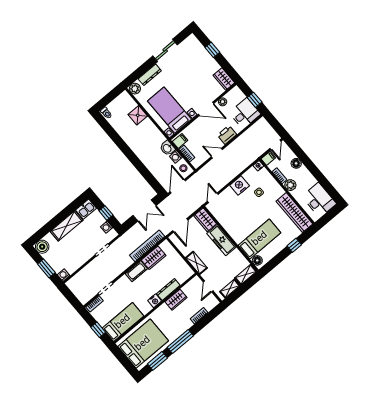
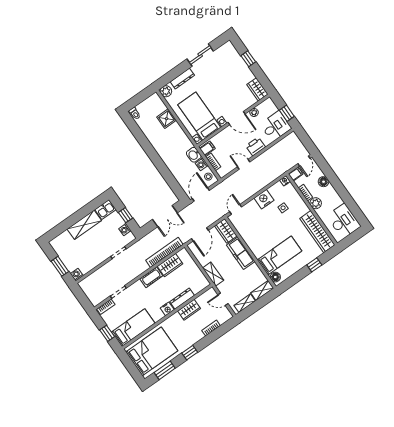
boiler: (42, 247) -> (58, 244), removed
door: (208, 286) -> (223, 299), hinge flipped
window: (180, 342) -> (190, 353), width x0.46

